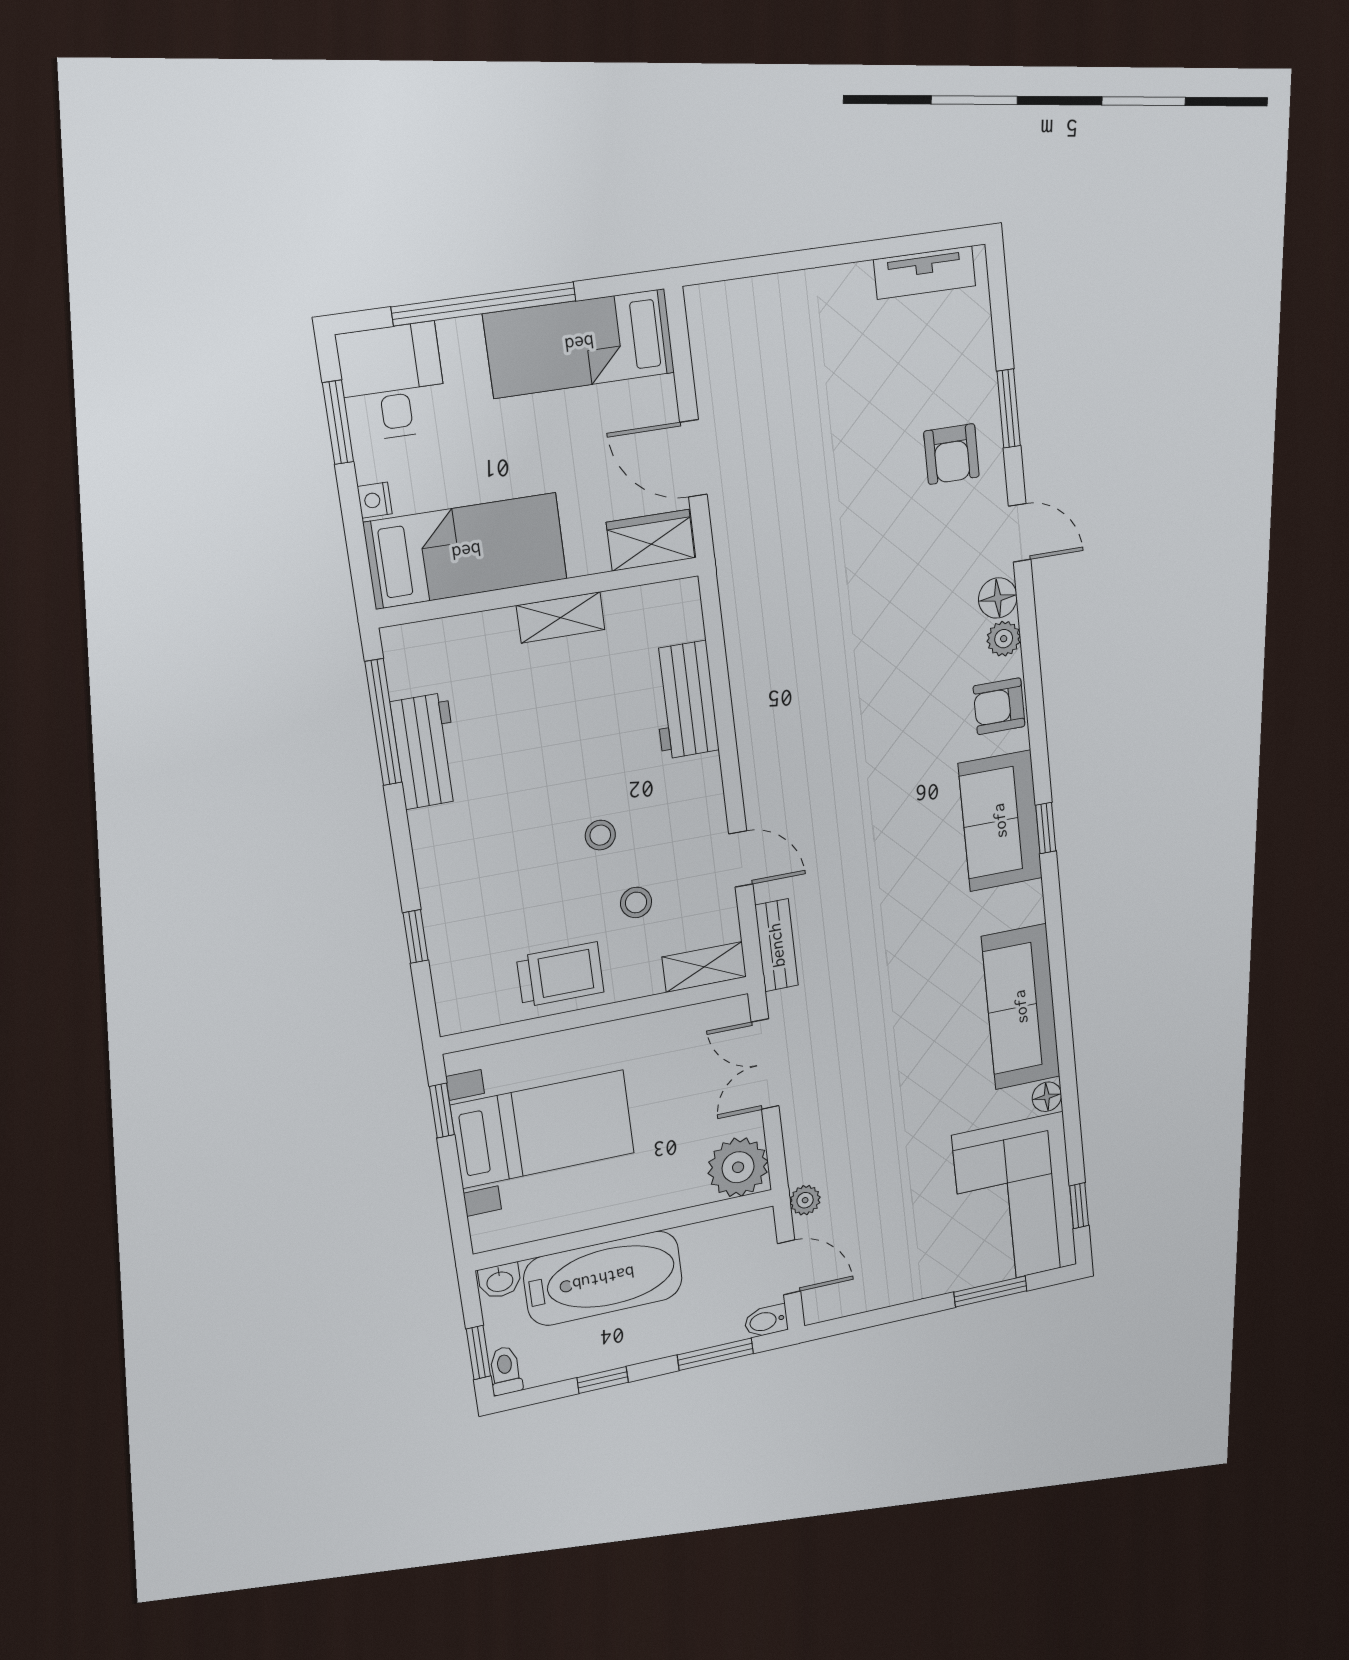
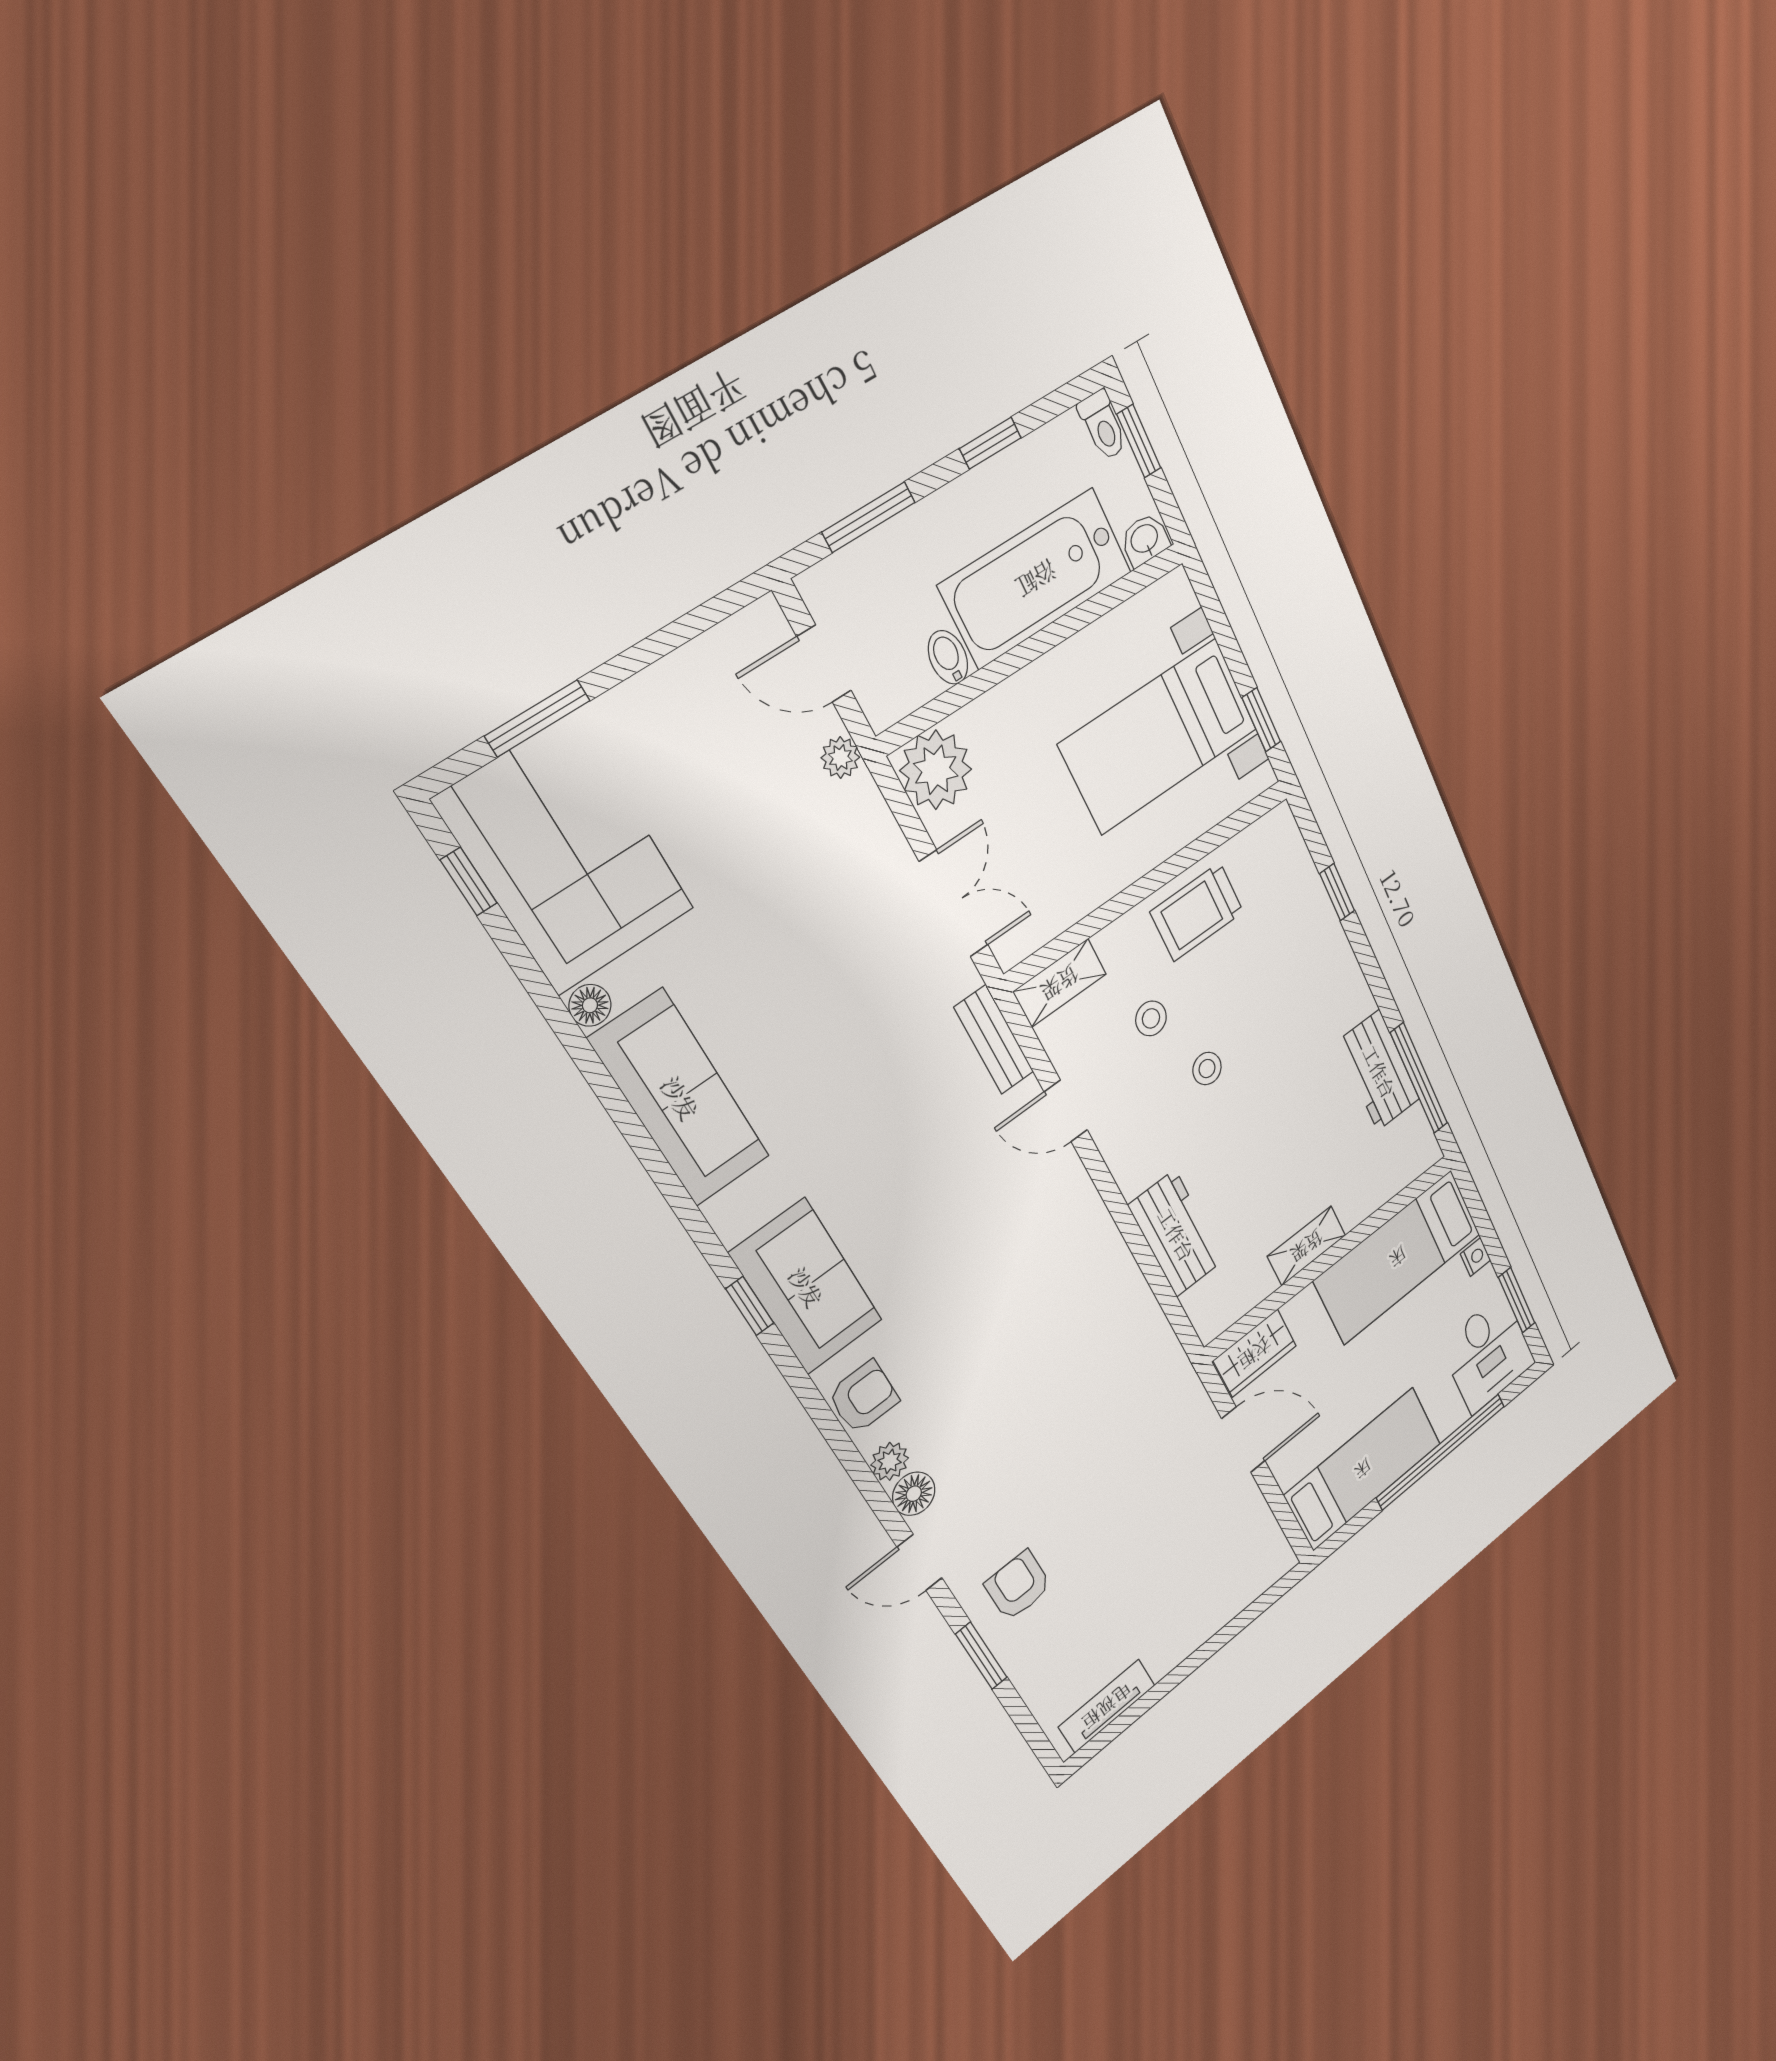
bidet: (766, 1321) -> (948, 657), moved, turned -90

